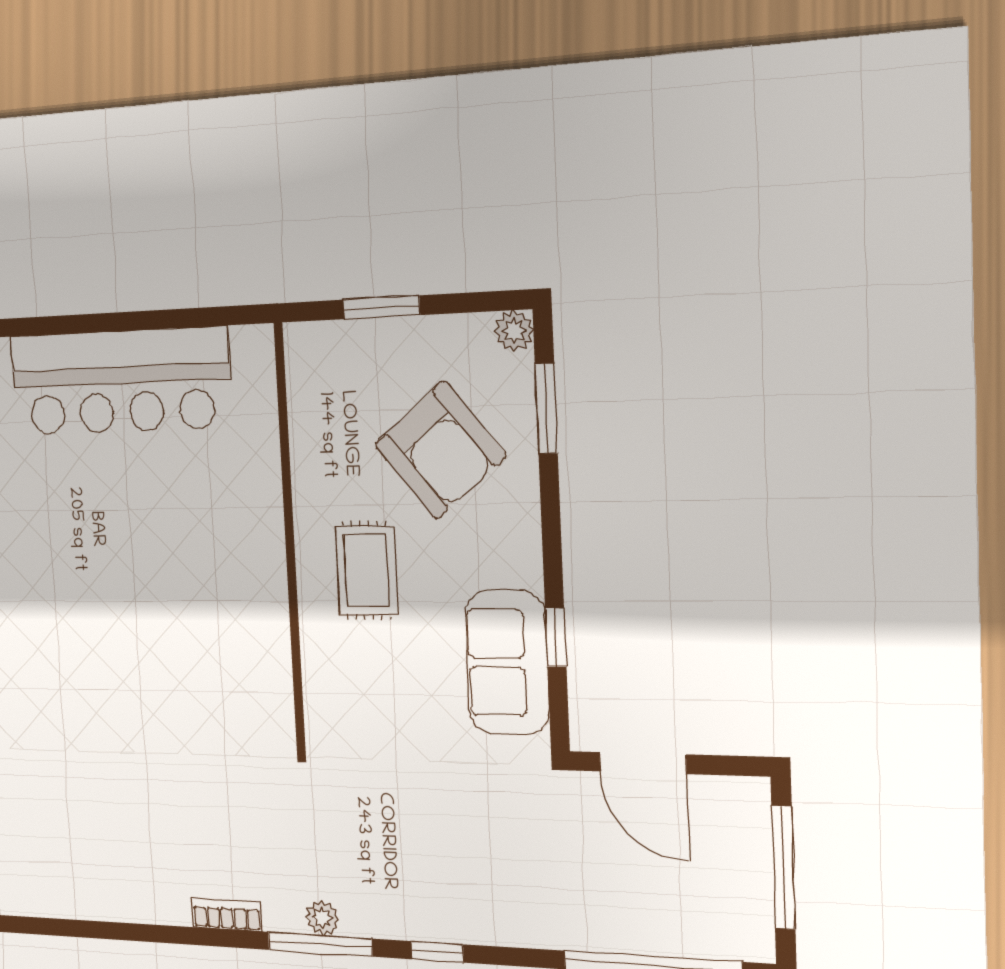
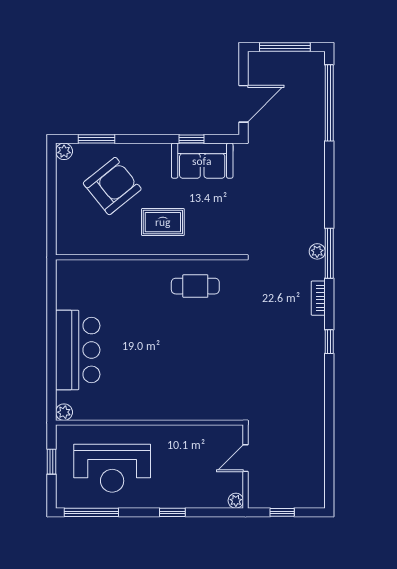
window: (381, 307) -> (52, 209), removed
bar counter: (120, 381) -> (78, 350), width x0.73
cafe table: (236, 644) -> (195, 286), added
window: (437, 952) -> (329, 342), moved

